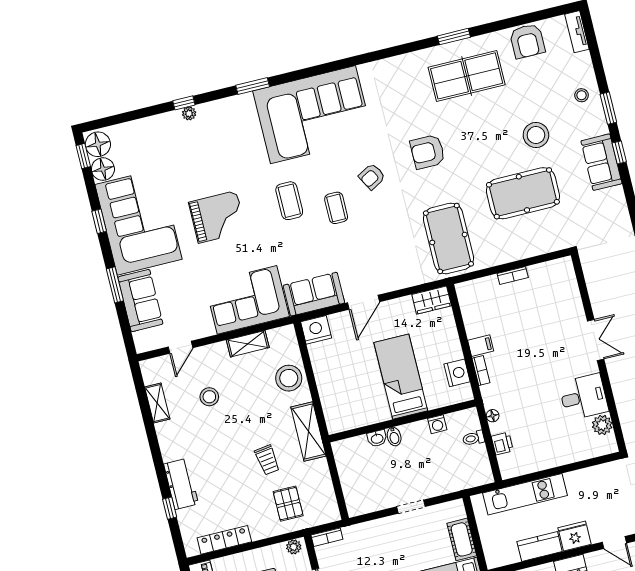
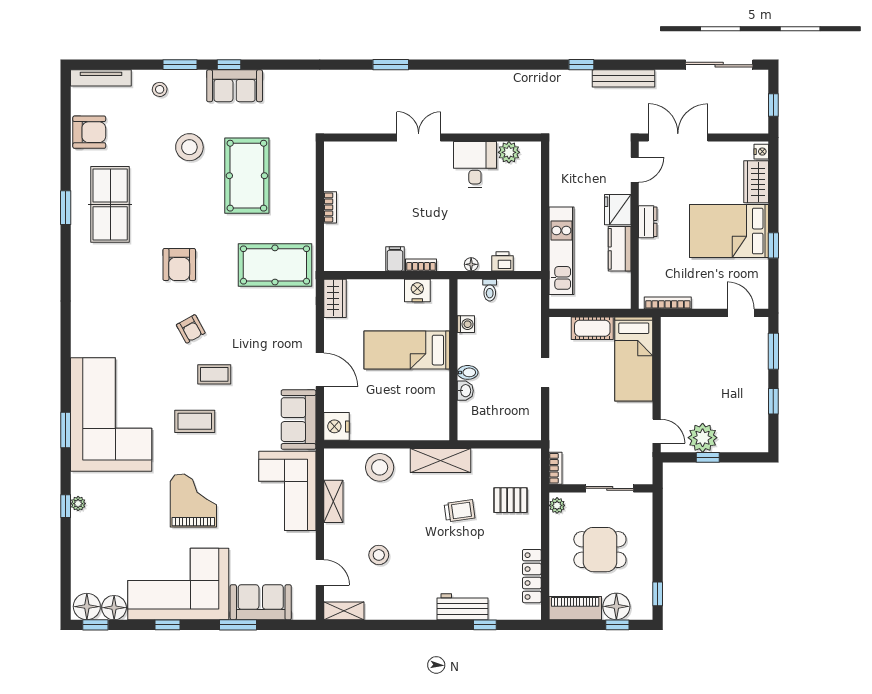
tv unit: (577, 32) -> (101, 78), width x1.41
corner sofa: (313, 115) -> (111, 415), moved
shelving: (157, 403) -> (344, 611), moved

